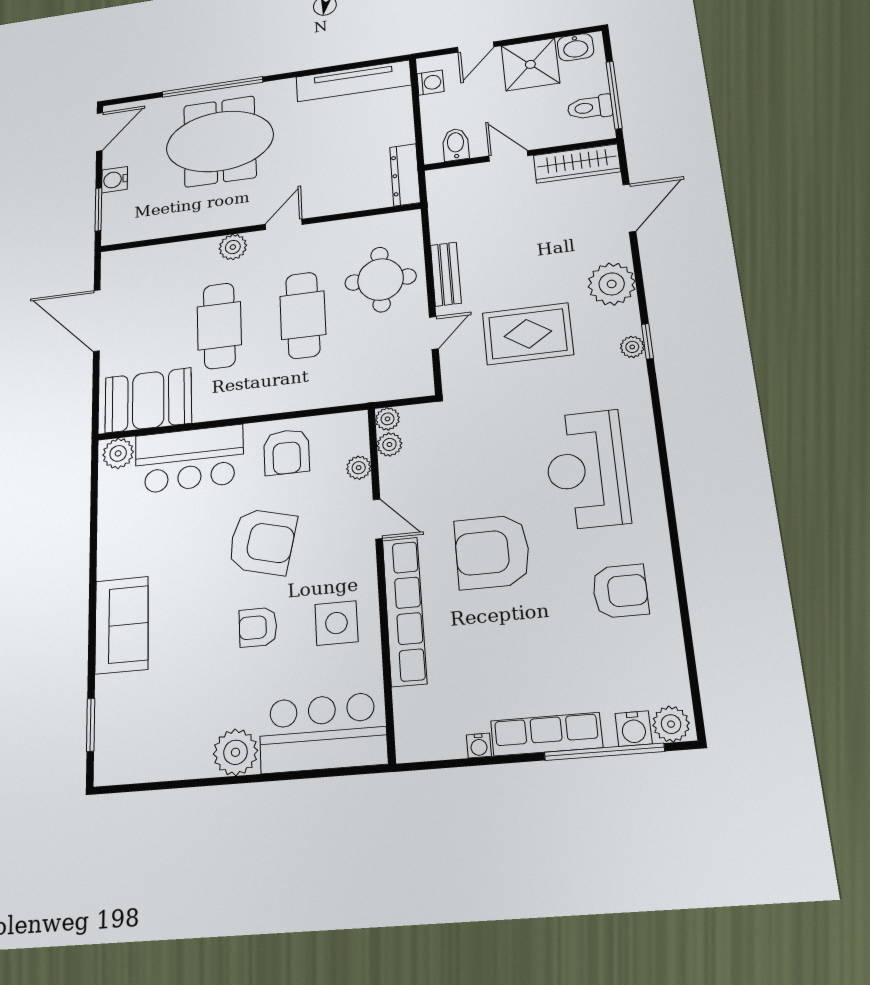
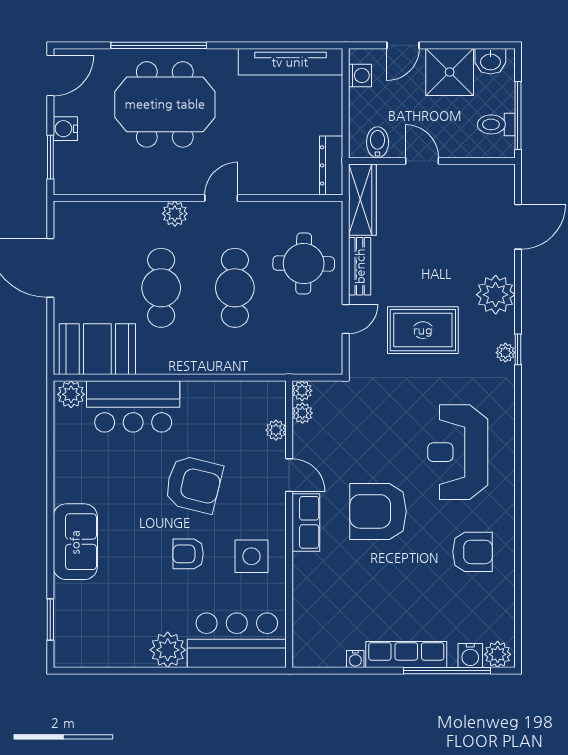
wardrobe: (577, 164) -> (362, 200), moved, turned -90
armchair: (287, 452) -> (216, 410), removed
row of seats: (404, 611) -> (306, 522), width x0.50

